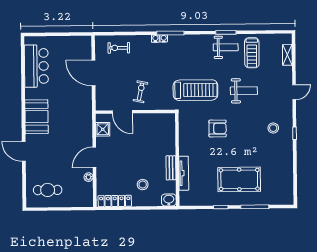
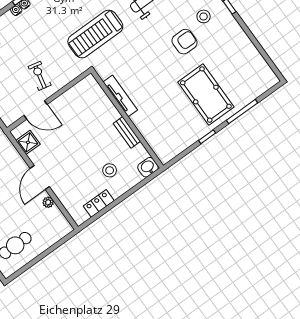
treadmill: (195, 90) -> (95, 34), turned 180
armchair: (218, 128) -> (185, 42), moved
tv unit: (184, 173) -> (120, 96), moved
pool table: (239, 179) -> (206, 95), turned 90
locker: (115, 201) -> (99, 203), width x0.66

